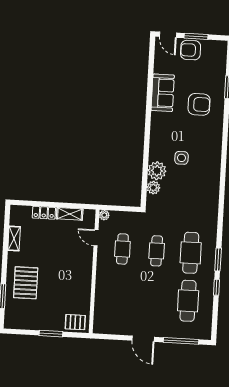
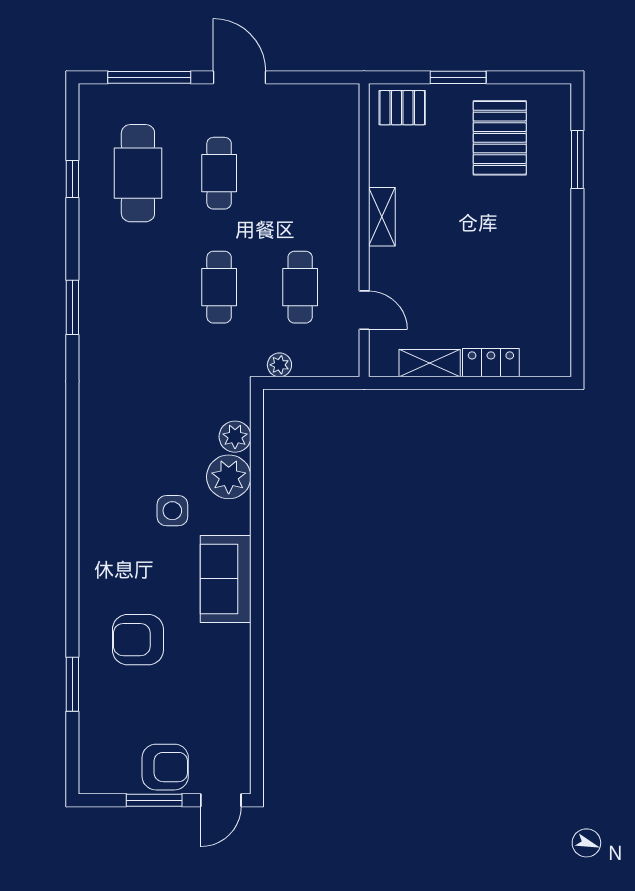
door: (168, 35) -> (221, 800), swing flipped
sofa: (163, 93) -> (226, 579), moved
plant: (104, 215) -> (279, 365), moved
shelving: (14, 238) -> (382, 217), moved
cafe table: (191, 253) -> (219, 173), moved, width x0.73, depth x0.74
window: (218, 259) -> (72, 307), moved
pallet: (26, 283) -> (500, 138), moved
window: (217, 287) -> (72, 179), moved

